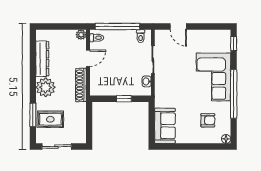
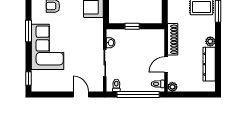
plant: (46, 87) -> (210, 41), width x0.53, depth x0.53
window: (234, 94) -> (28, 31), width x0.47

